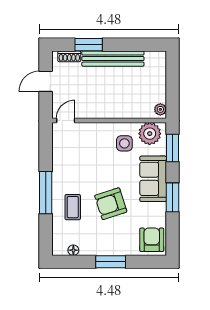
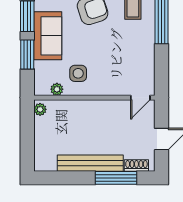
window: (89, 45) -> (116, 178), width x1.44
plant: (150, 134) -> (57, 89), width x0.53, depth x0.53
window: (173, 148) -> (27, 55), moved

